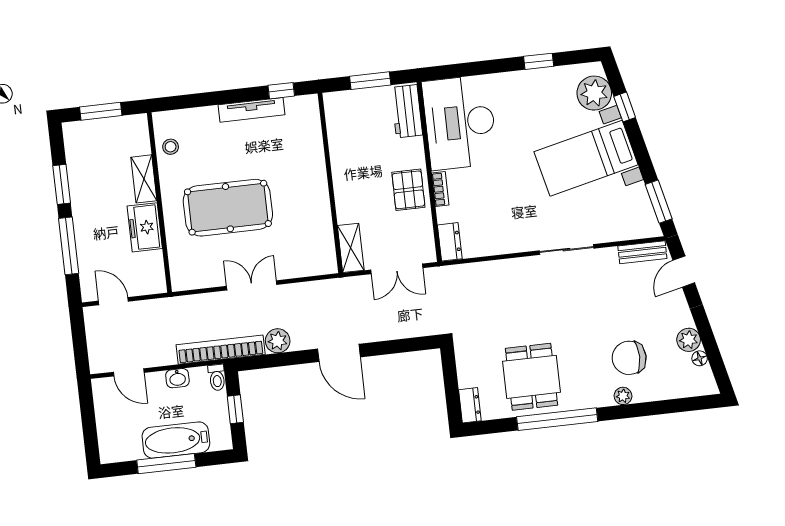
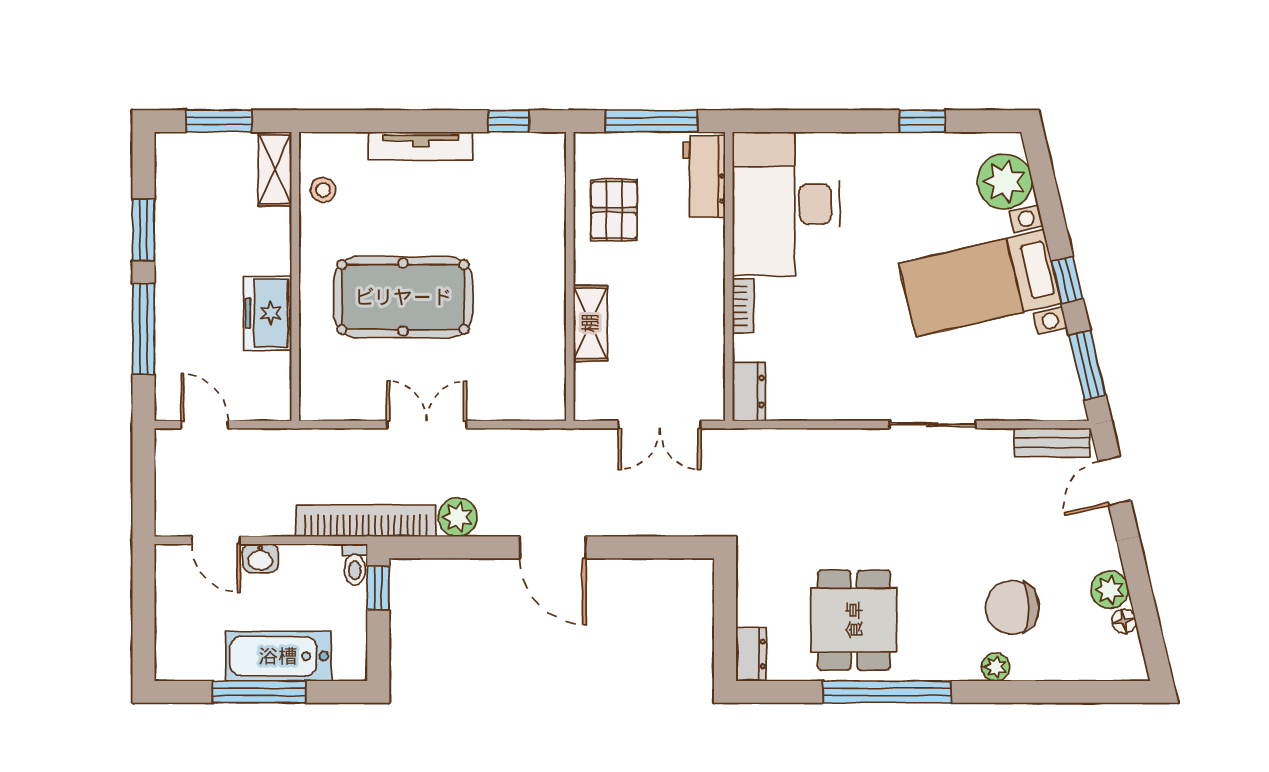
window: (370, 81) -> (652, 121), width x1.44
window: (625, 107) -> (1067, 280), moved
tv unit: (252, 110) -> (421, 146), moved
shelving: (144, 179) -> (275, 169), moved
pallet: (408, 190) -> (614, 210), moved
shelving: (351, 248) -> (590, 323), moved
washbasin: (177, 378) -> (260, 558), moved
window: (235, 409) -> (378, 588), moved

